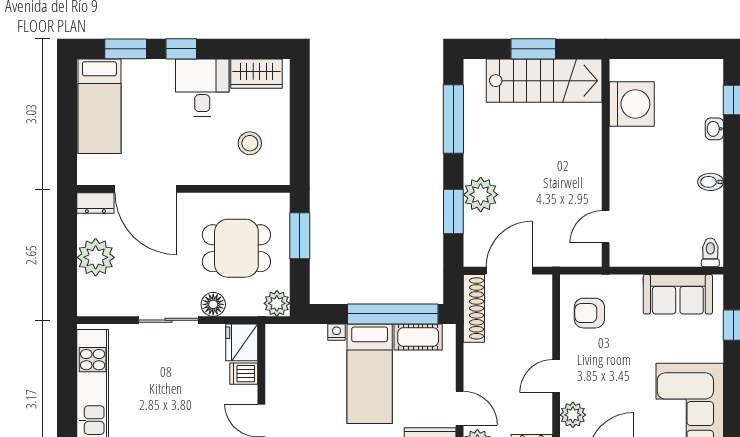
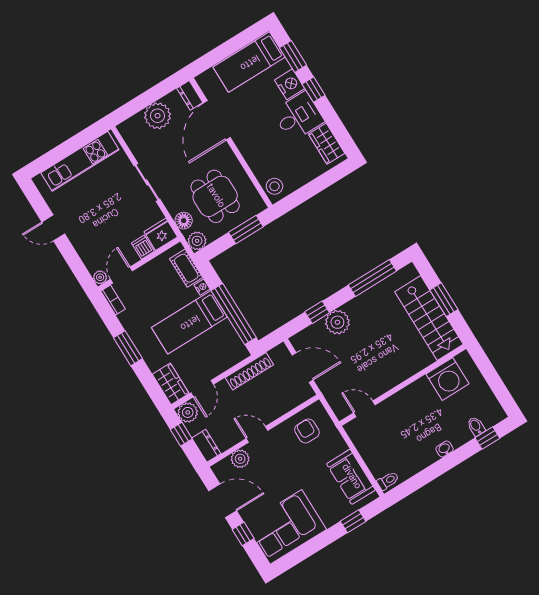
nightstand: (157, 74) -> (290, 84), added
washbasin: (714, 129) -> (445, 449), moved
stool: (250, 143) -> (274, 186), moved
bidet: (711, 182) -> (476, 426), moved
window: (453, 212) -> (317, 312), width x0.67
floor lamp: (213, 304) -> (184, 221), moved
shoe rack: (474, 308) -> (249, 371), moved
cot: (418, 337) -> (186, 268), moved

